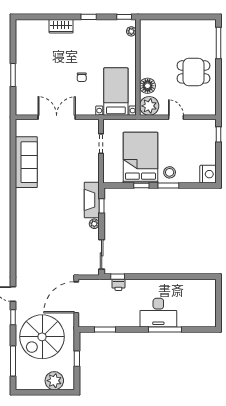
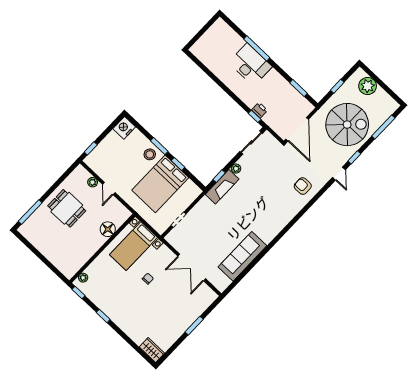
wardrobe: (61, 26) -> (152, 350), moved
plant: (149, 106) -> (93, 182), moved, width x0.53, depth x0.53
armchair: (31, 258) -> (303, 186), added
door: (76, 297) -> (297, 129), hinge flipped

